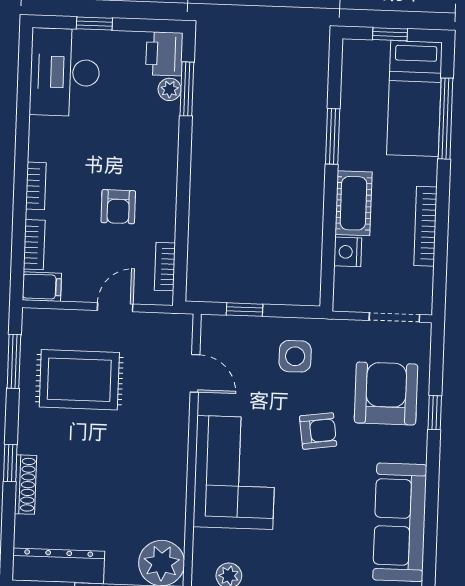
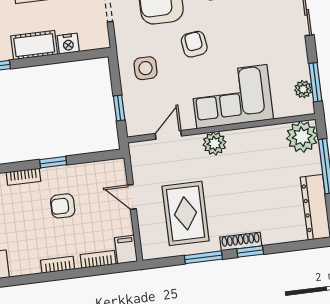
window: (183, 203) -> (53, 162), added
armchair: (118, 207) -> (63, 206), turned 180
bookcase: (165, 267) -> (23, 177), moved
window: (14, 361) -> (203, 257), moved
plant: (172, 437) -> (214, 143), added
shoe rack: (25, 485) -> (241, 241), moved

